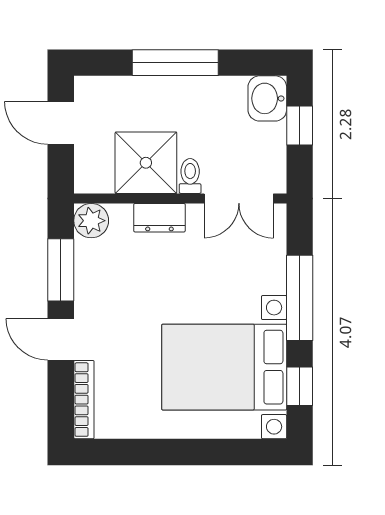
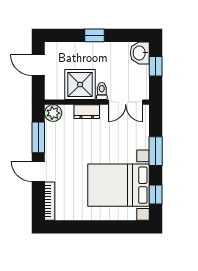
window: (175, 63) -> (94, 35), width x0.46
window: (300, 298) -> (156, 151), width x0.69

